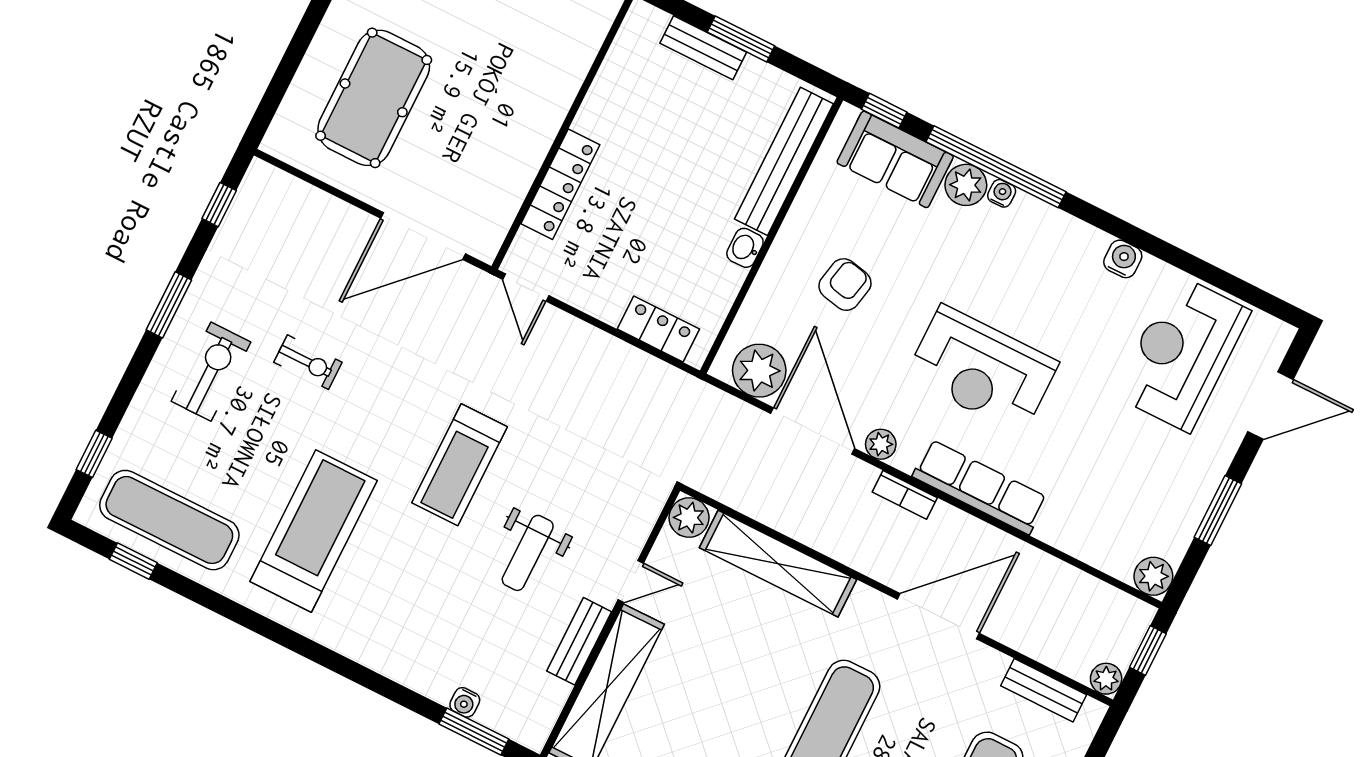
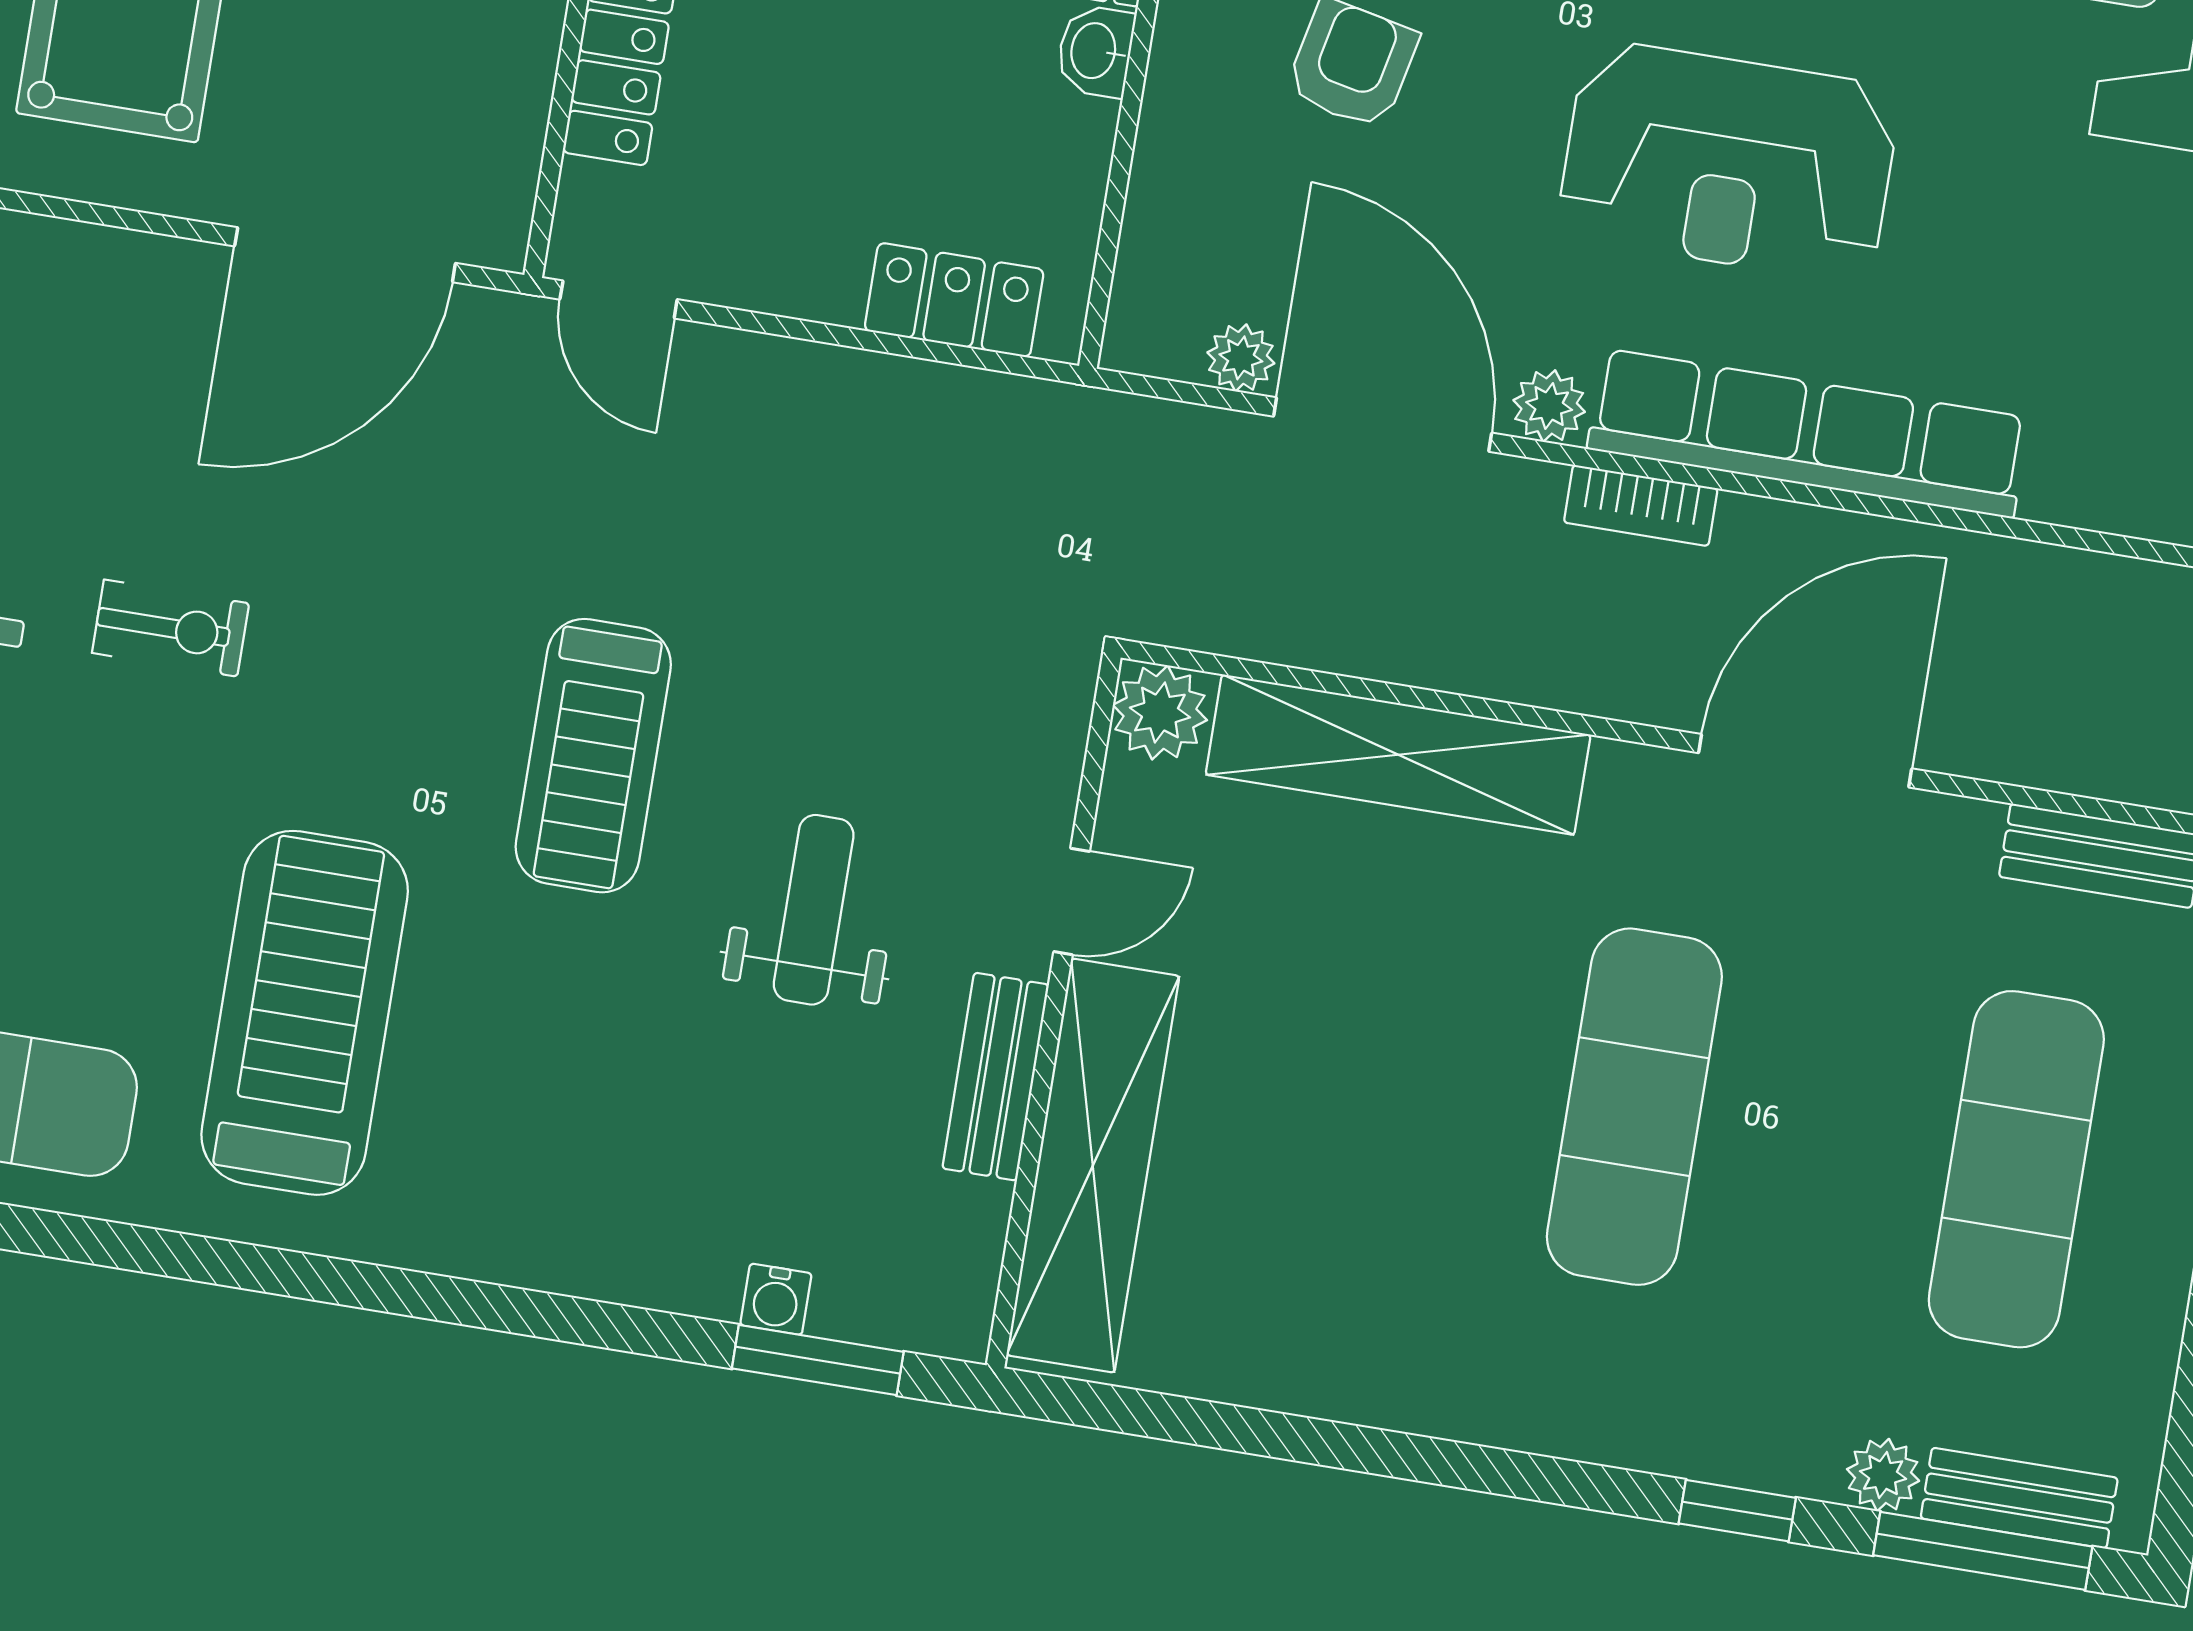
plant: (759, 371) -> (1241, 358), width x0.53, depth x0.53
row of seats: (980, 487) -> (1808, 433), width x1.36
weight bench: (528, 553) -> (814, 910), turned 180

